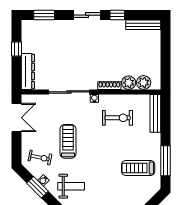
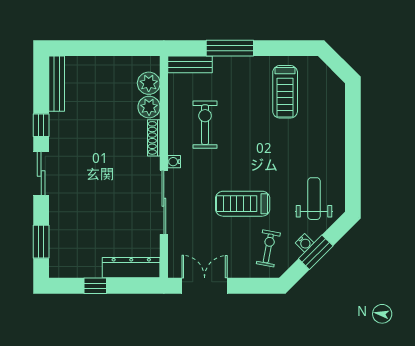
bench: (155, 113) -> (190, 64), width x0.73
window: (166, 161) -> (230, 48), moved

